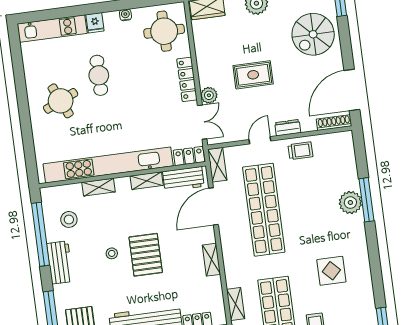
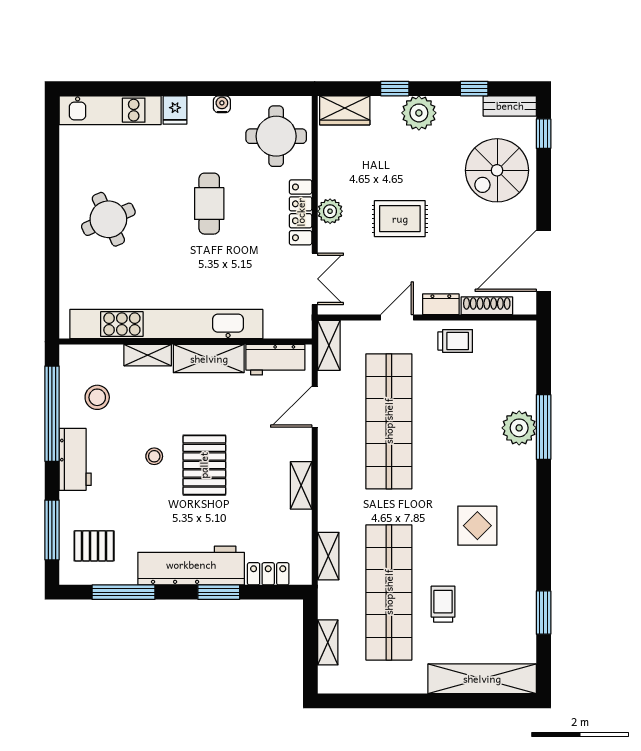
cafe table: (99, 75) -> (209, 204), moved
plant: (209, 95) -> (330, 211), moved
shoe rack: (334, 123) -> (487, 306), moved
locker: (189, 156) -> (288, 327), removed
shelving: (147, 181) -> (209, 359), width x1.50, depth x1.33
door: (213, 206) -> (315, 407), width x0.73

